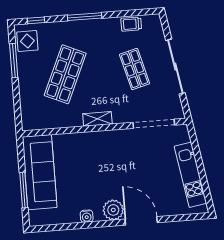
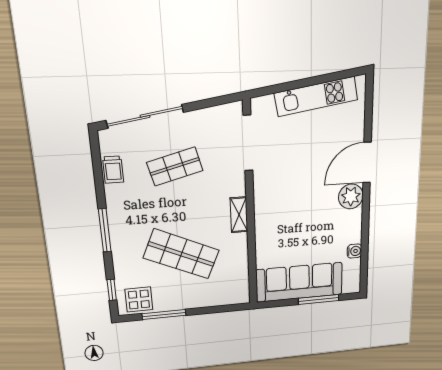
sliding door: (175, 67) -> (145, 116), moved
water cooler: (87, 216) -> (354, 251), moved

